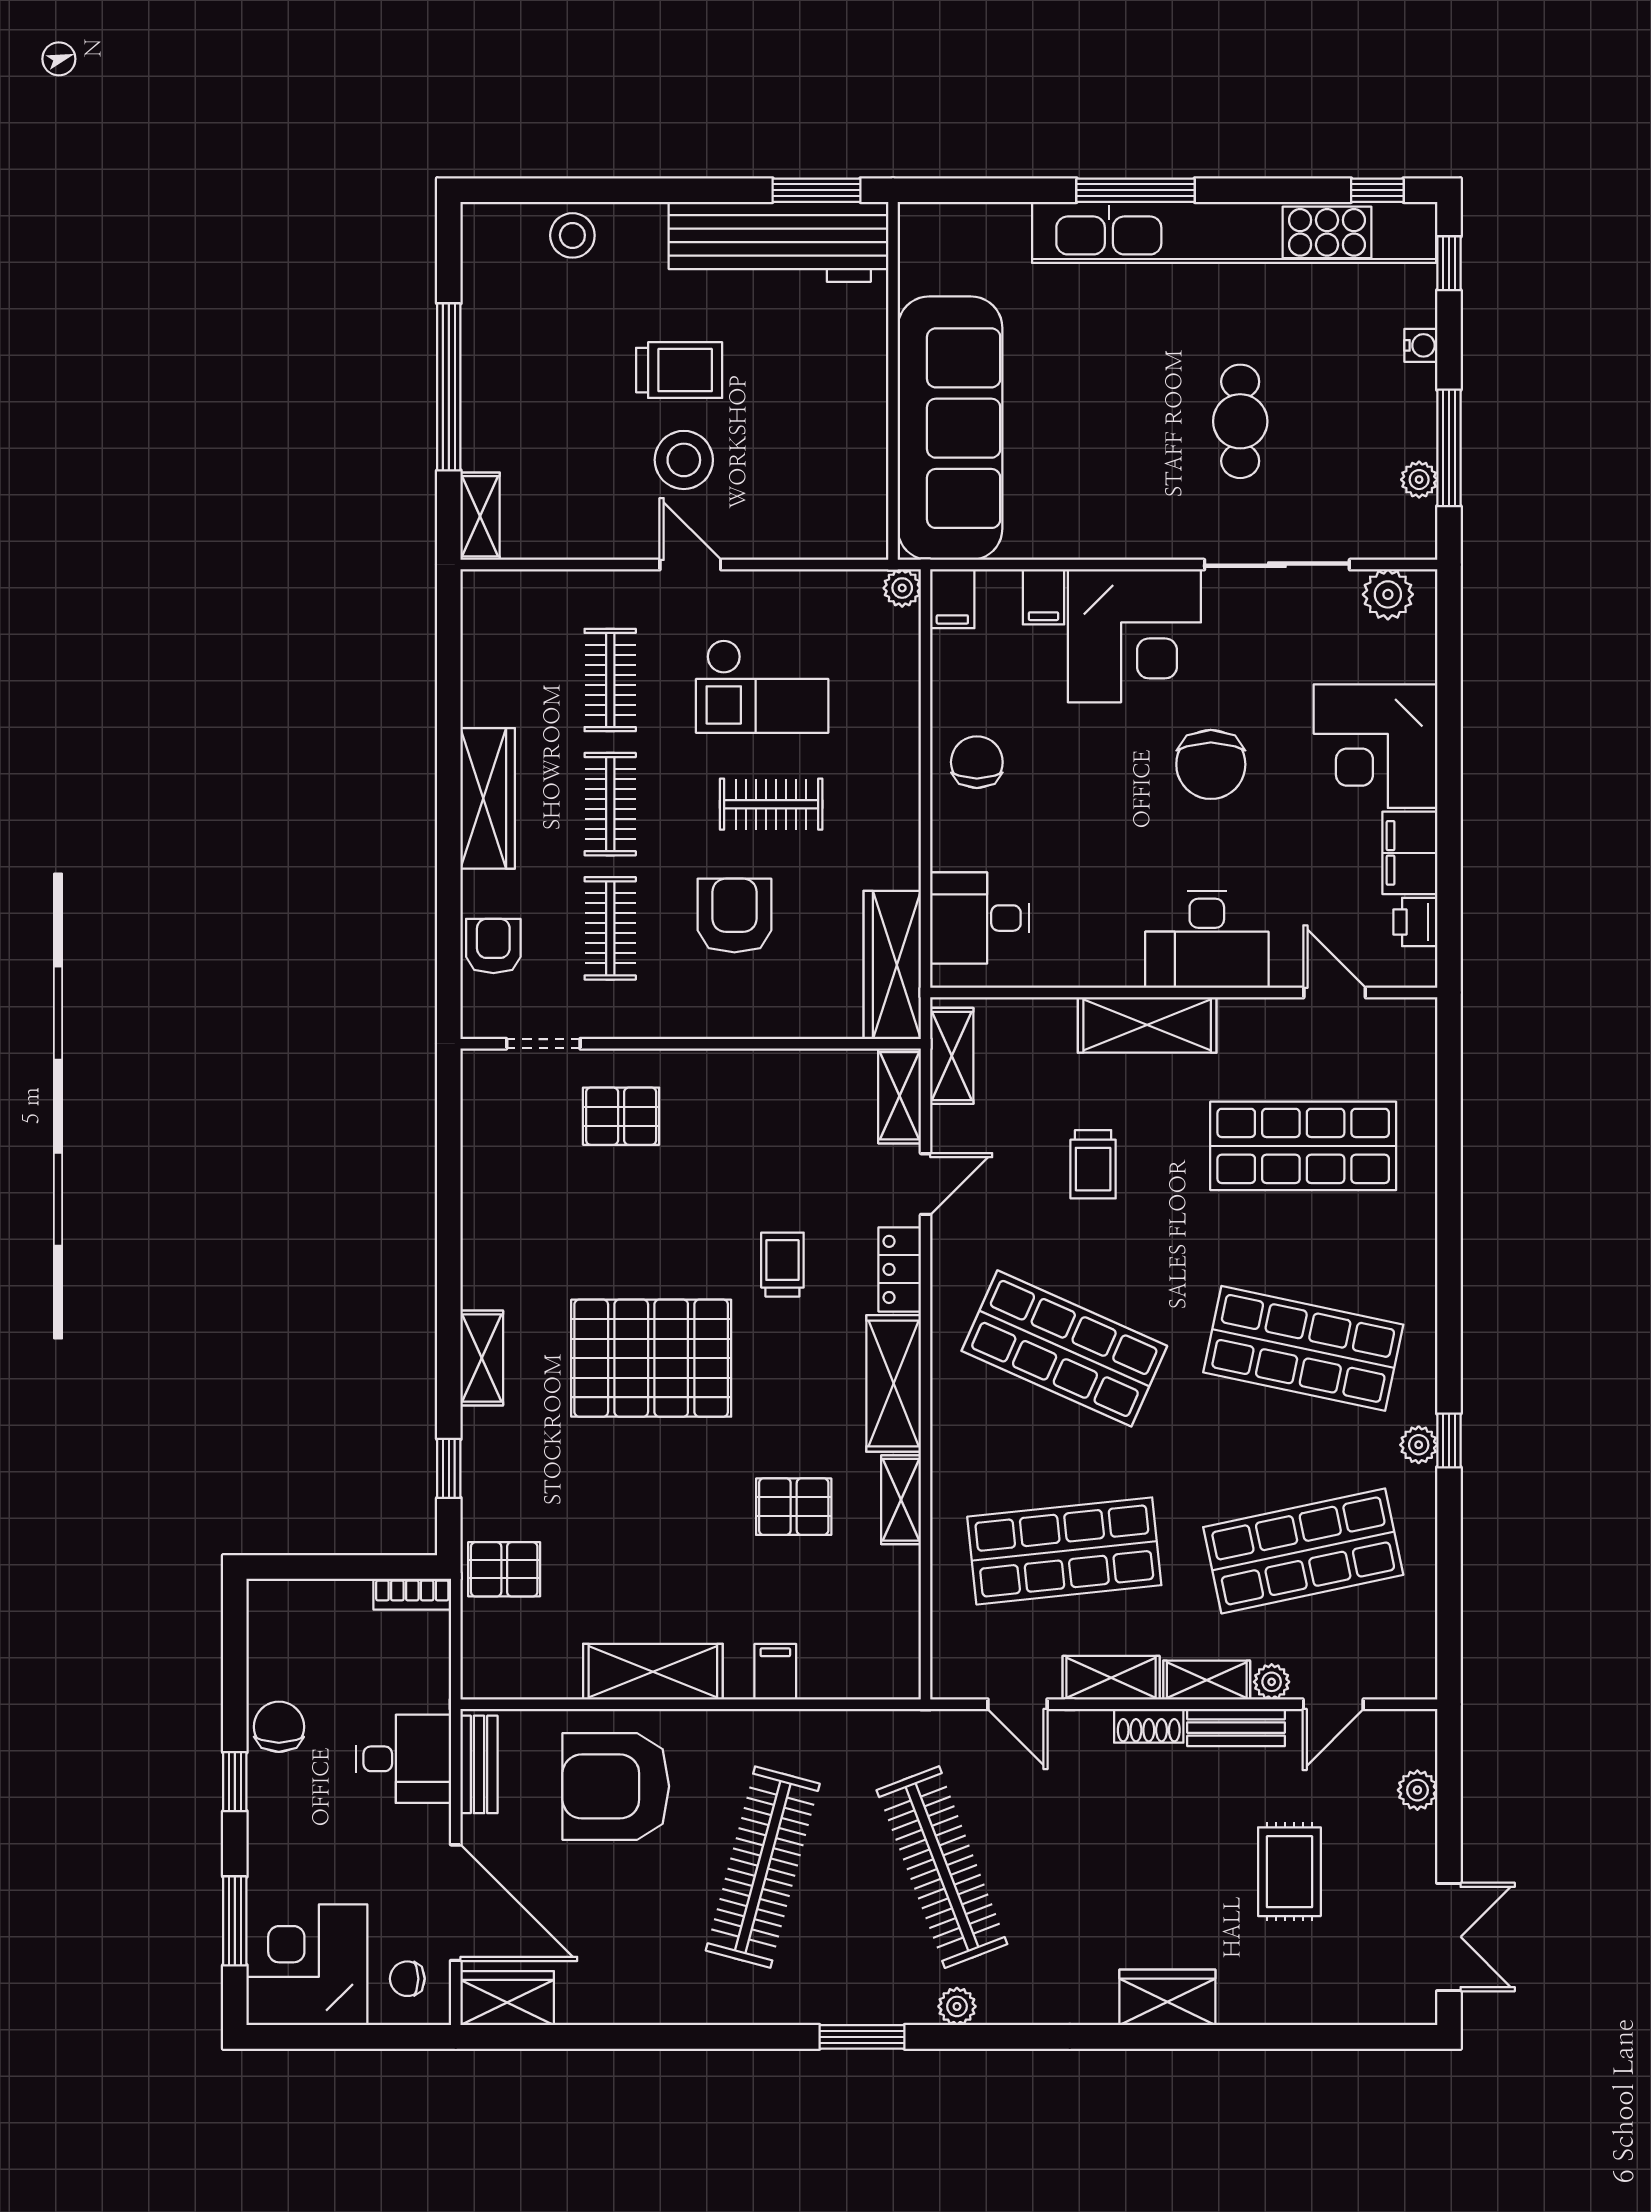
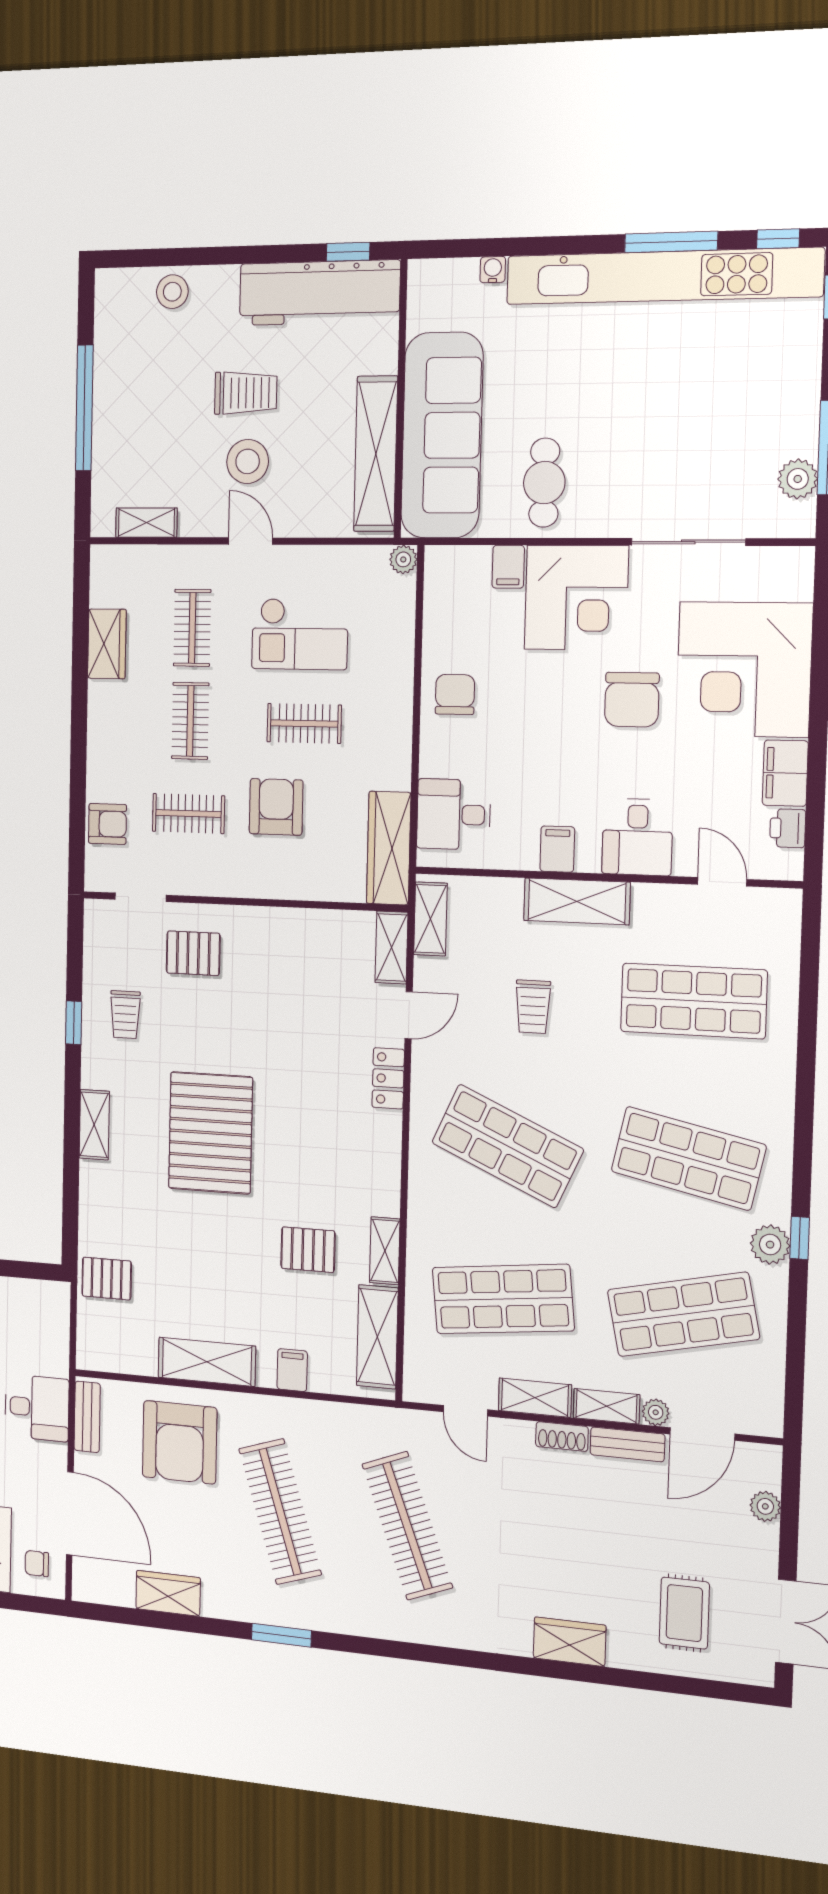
window: (816, 190) -> (348, 252), width x0.67
window: (1136, 190) -> (671, 242), moved
water cooler: (1421, 345) -> (493, 270), moved, turned -90
cafe table: (1240, 421) -> (544, 483), moved
shelving: (861, 451) -> (376, 454), added
plant: (1419, 480) -> (798, 479), width x1.38, depth x1.38
shelving: (480, 516) -> (146, 523), moved, turned 90
plant: (1388, 594) -> (775, 566), removed
filing cabinet: (952, 599) -> (557, 849), moved, turned 180
corner desk: (1375, 746) -> (744, 669), width x1.36, depth x1.36
wardrobe: (488, 798) -> (107, 644), moved, width x0.67
clothes rail: (610, 928) -> (188, 814), turned 90
desk: (1207, 939) -> (637, 837), width x0.73
armchair: (493, 946) -> (107, 824), turned 90
trolley: (782, 1265) -> (125, 1015), moved, turned 180
pallet: (651, 1358) -> (210, 1133), turned 90
shelving: (894, 1383) -> (377, 1337), moved
plant: (1419, 1445) -> (770, 1245), width x1.38, depth x1.38
window: (449, 1468) -> (74, 1023), moved
bookcase: (412, 1594) -> (45, 1291), removed
door: (1333, 1704) -> (702, 1434), width x1.38
armchair: (616, 1786) -> (180, 1442), turned -90
clothes rail: (763, 1867) -> (280, 1512), turned -33
rug: (1289, 1872) -> (684, 1613), moved
wardrobe: (507, 1998) -> (168, 1593), moved
plant: (957, 2006) -> (415, 1629), removed
window: (862, 2037) -> (281, 1635), moved

